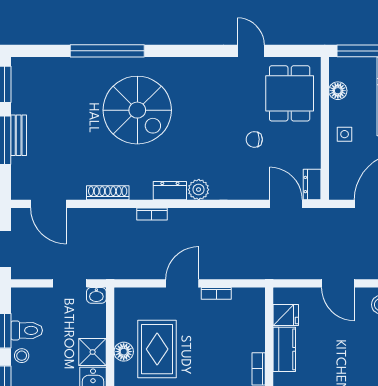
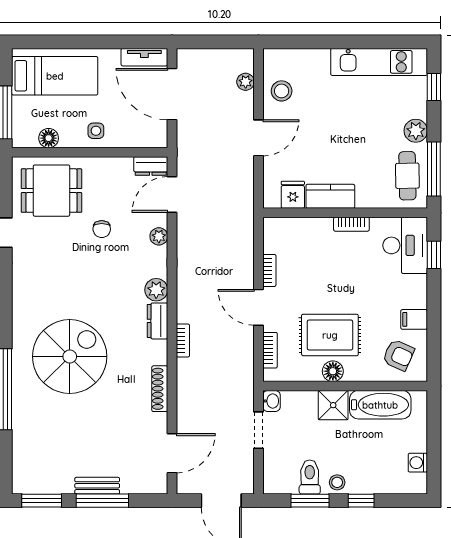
plant: (248, 192) -> (159, 236), added
bookcase: (143, 294) -> (270, 350), added

